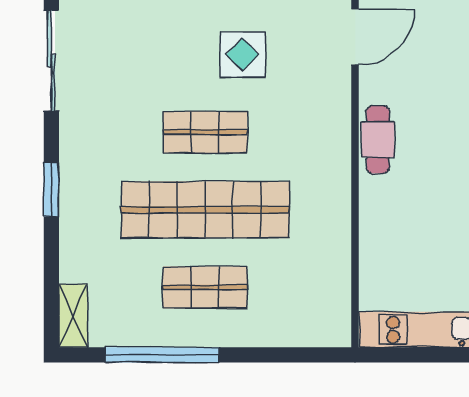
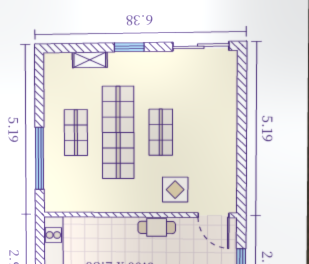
display table: (243, 55) -> (175, 190), moved
shelving: (73, 316) -> (90, 60), moved
window: (162, 355) -> (40, 158), moved

